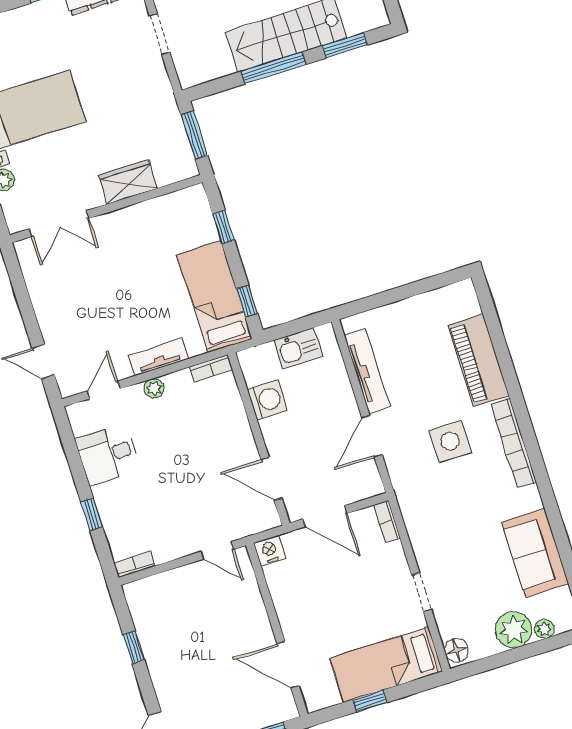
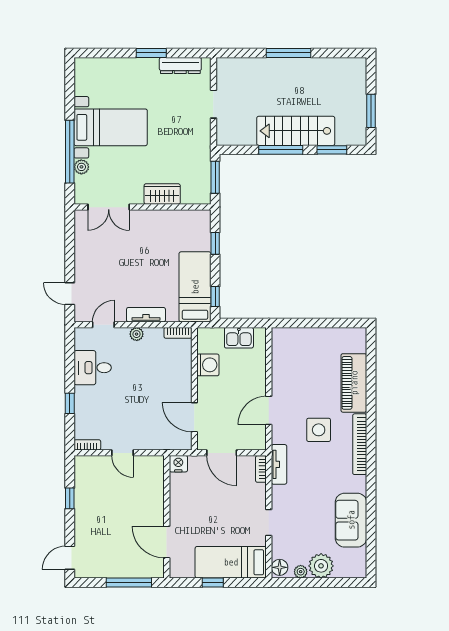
tv unit: (367, 371) -> (279, 464), moved, width x0.71
door: (217, 550) -> (123, 453), moved
plant: (544, 629) -> (301, 572), moved

